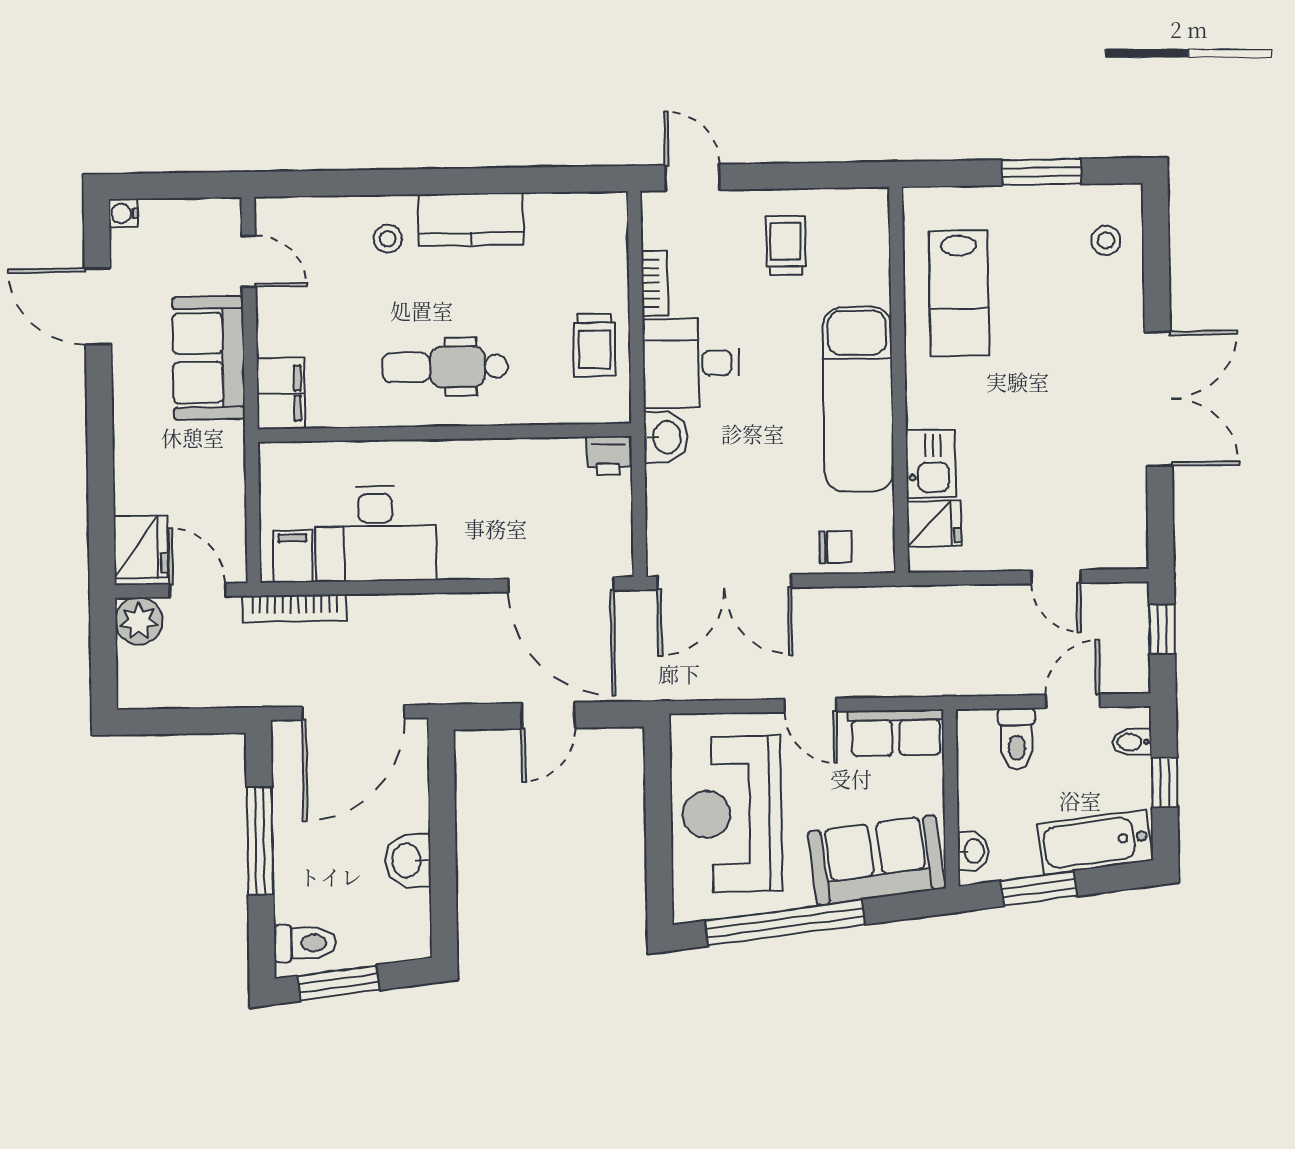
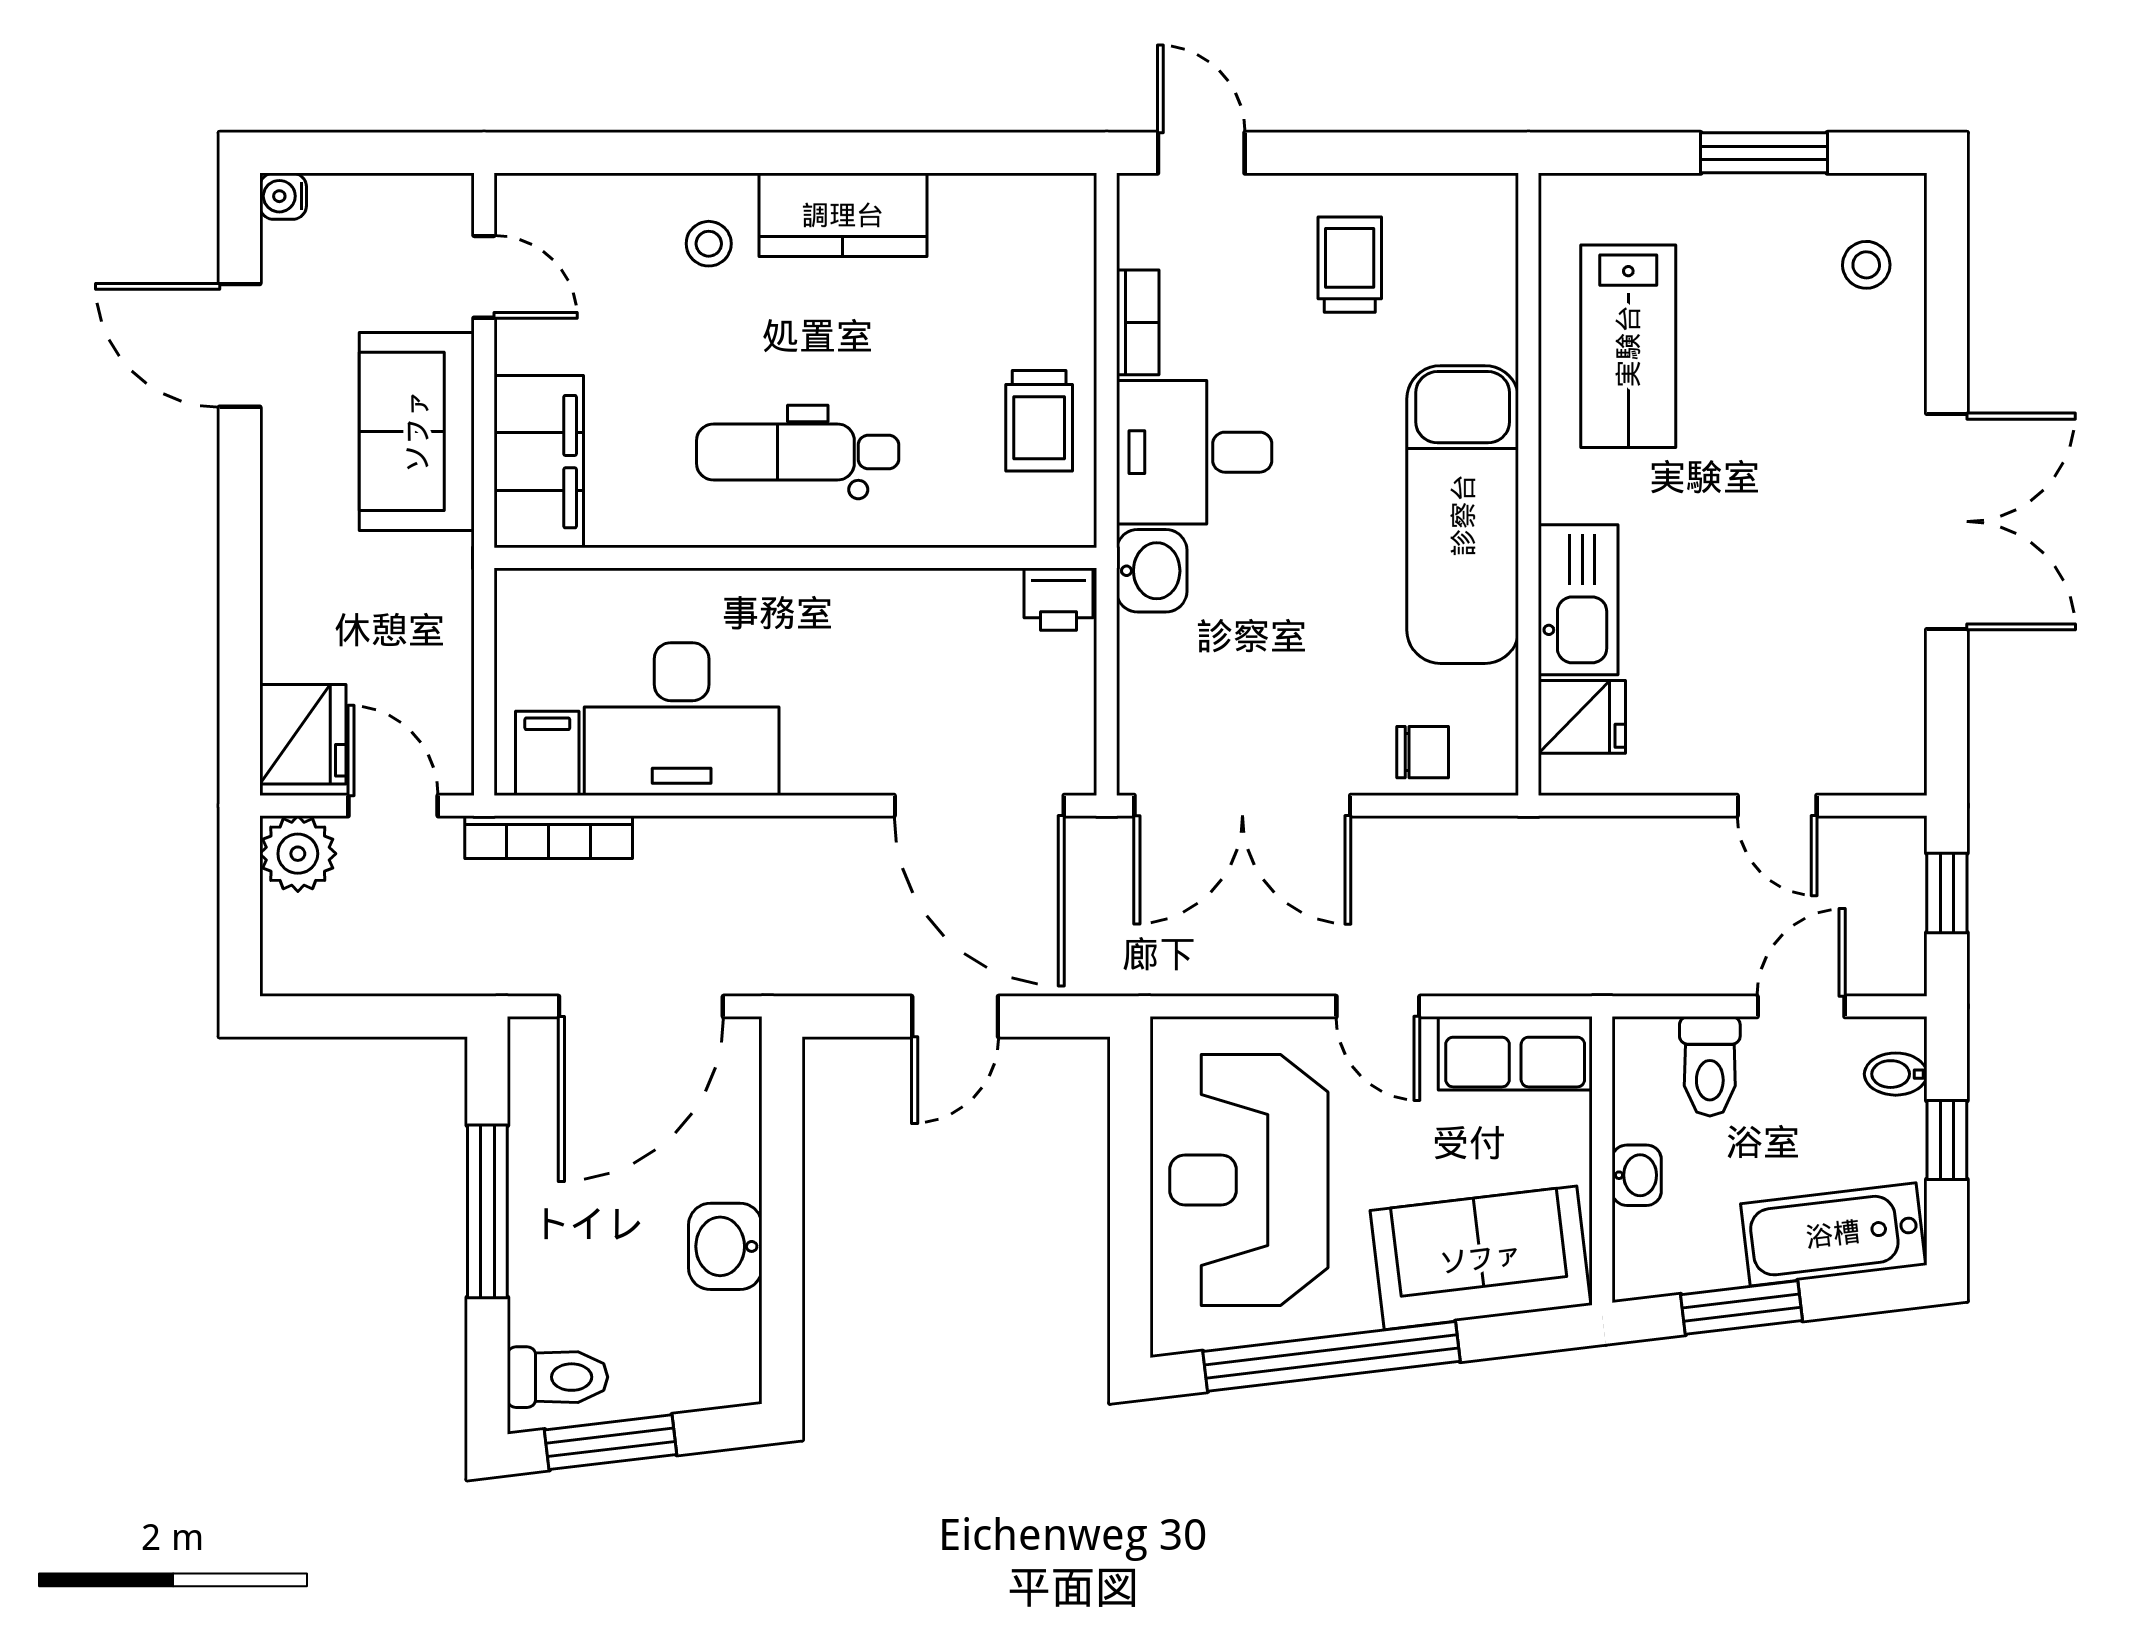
filing cabinet: (281, 393) -> (539, 462), width x1.50, depth x1.17
kitchen sink: (931, 464) -> (1578, 600), width x1.38
washbasin: (973, 851) -> (1637, 1175), moved

